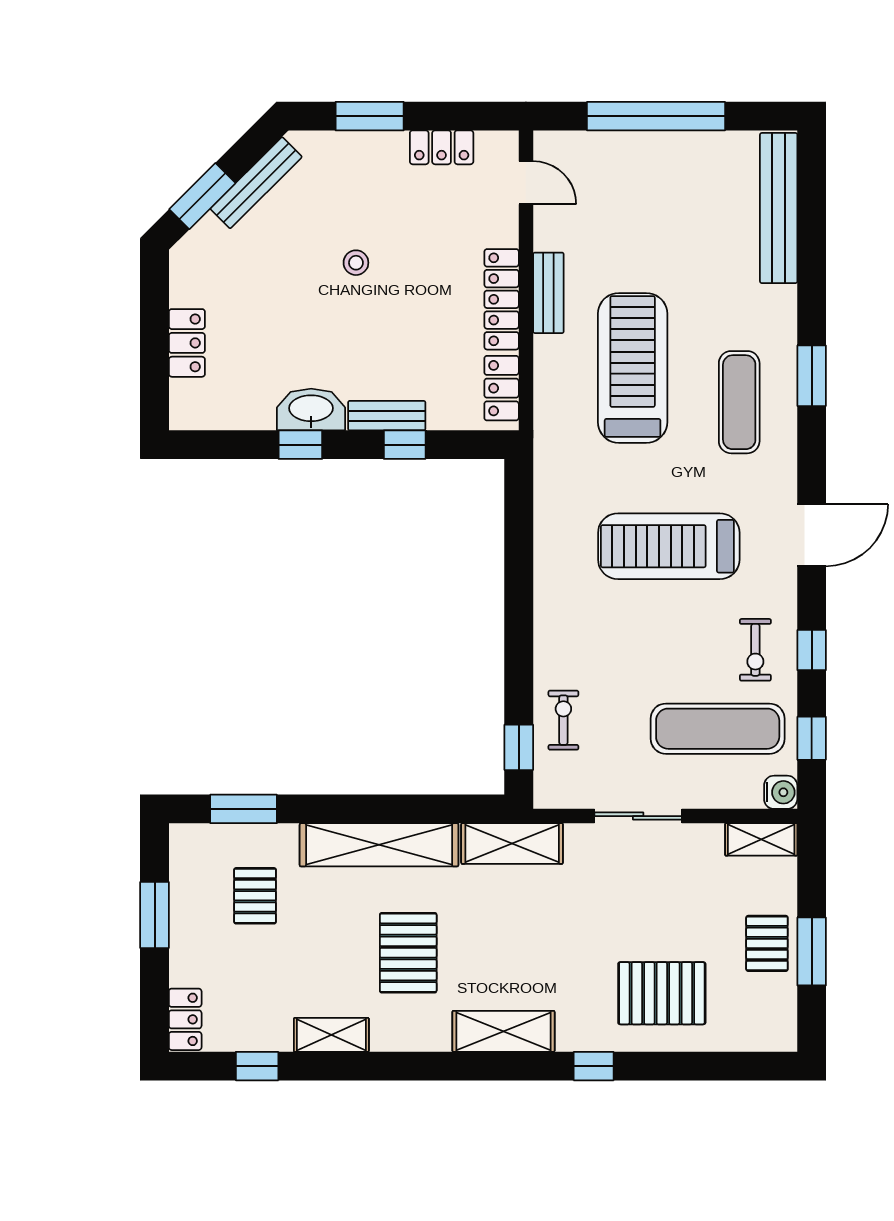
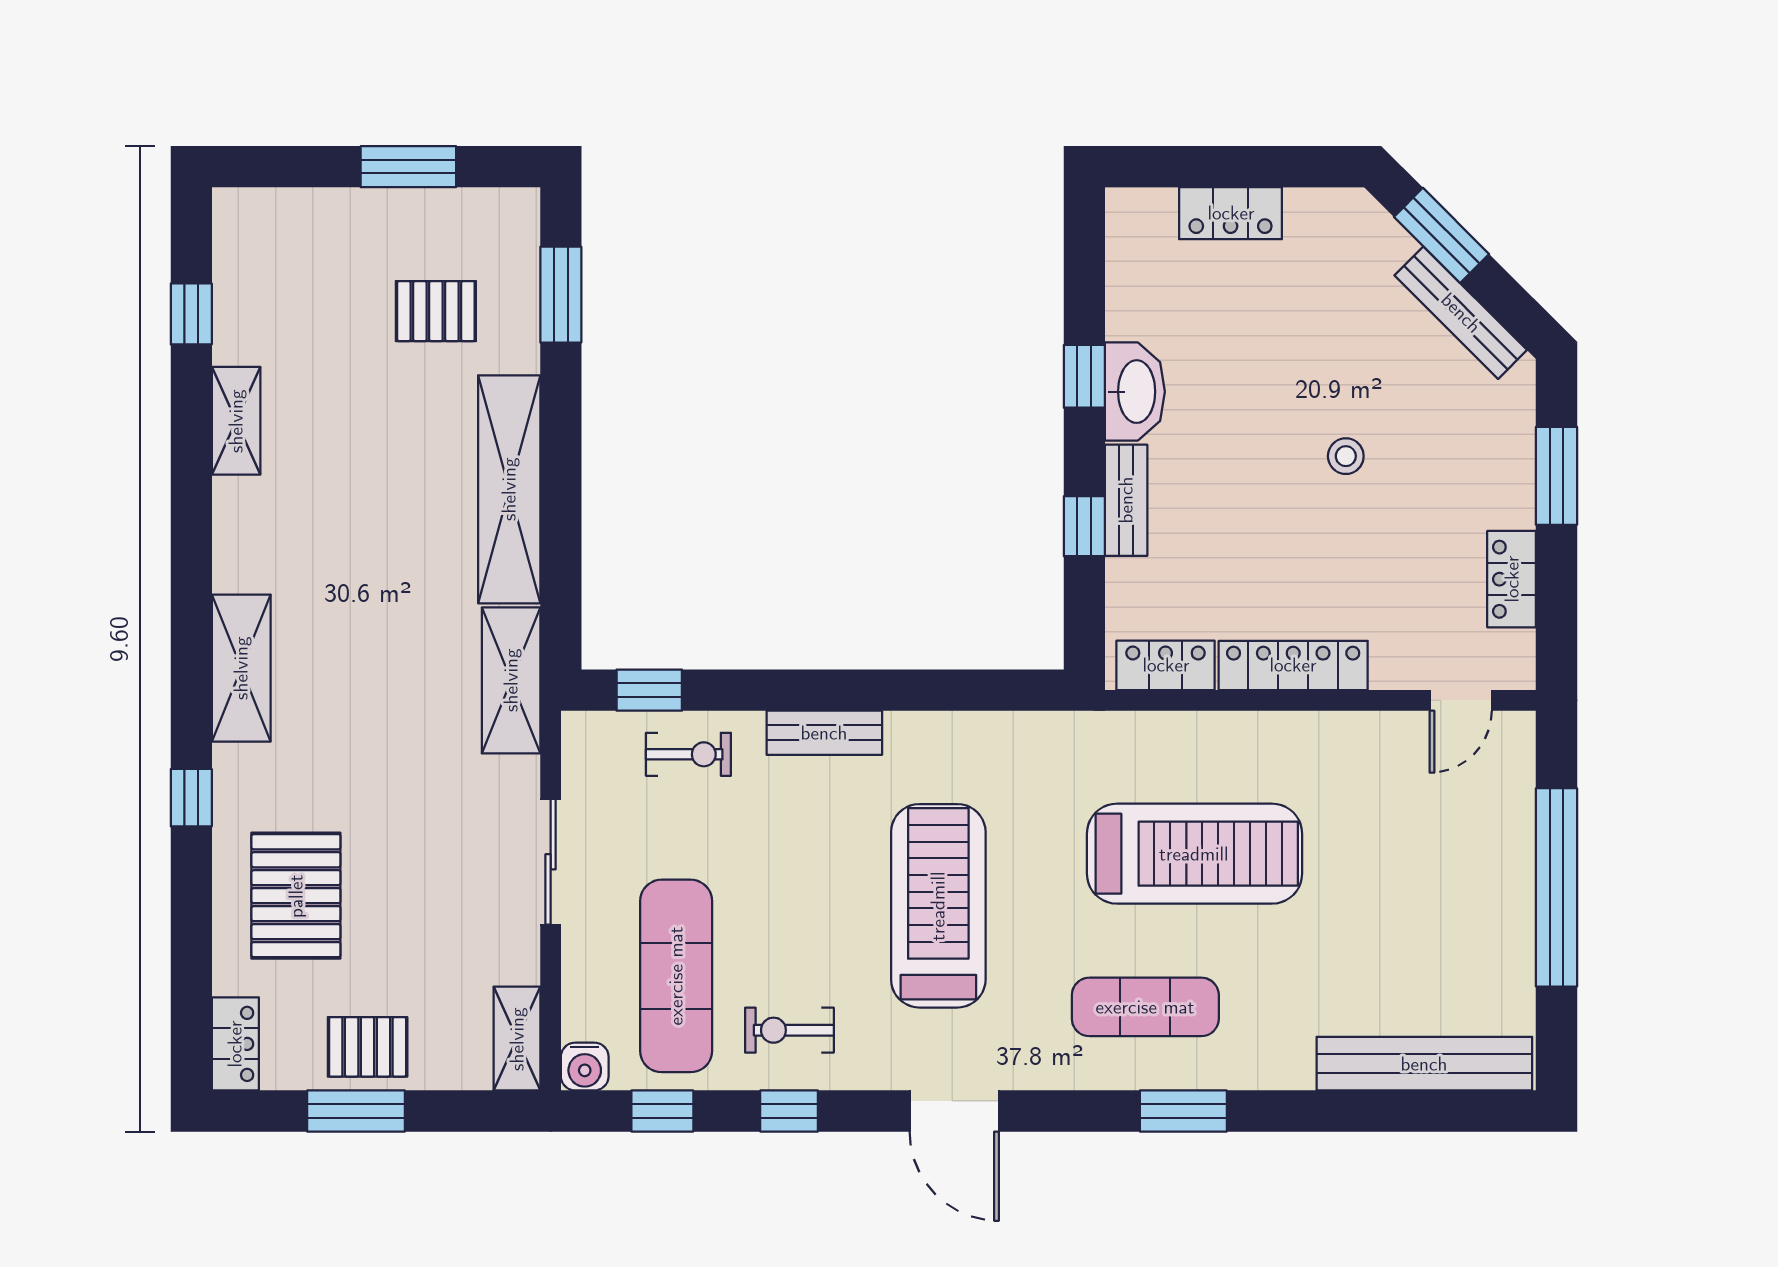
bench: (548, 293) -> (824, 733), moved
pallet: (408, 953) -> (354, 531), removed
locker: (185, 1019) -> (235, 1044), moved, turned -90

